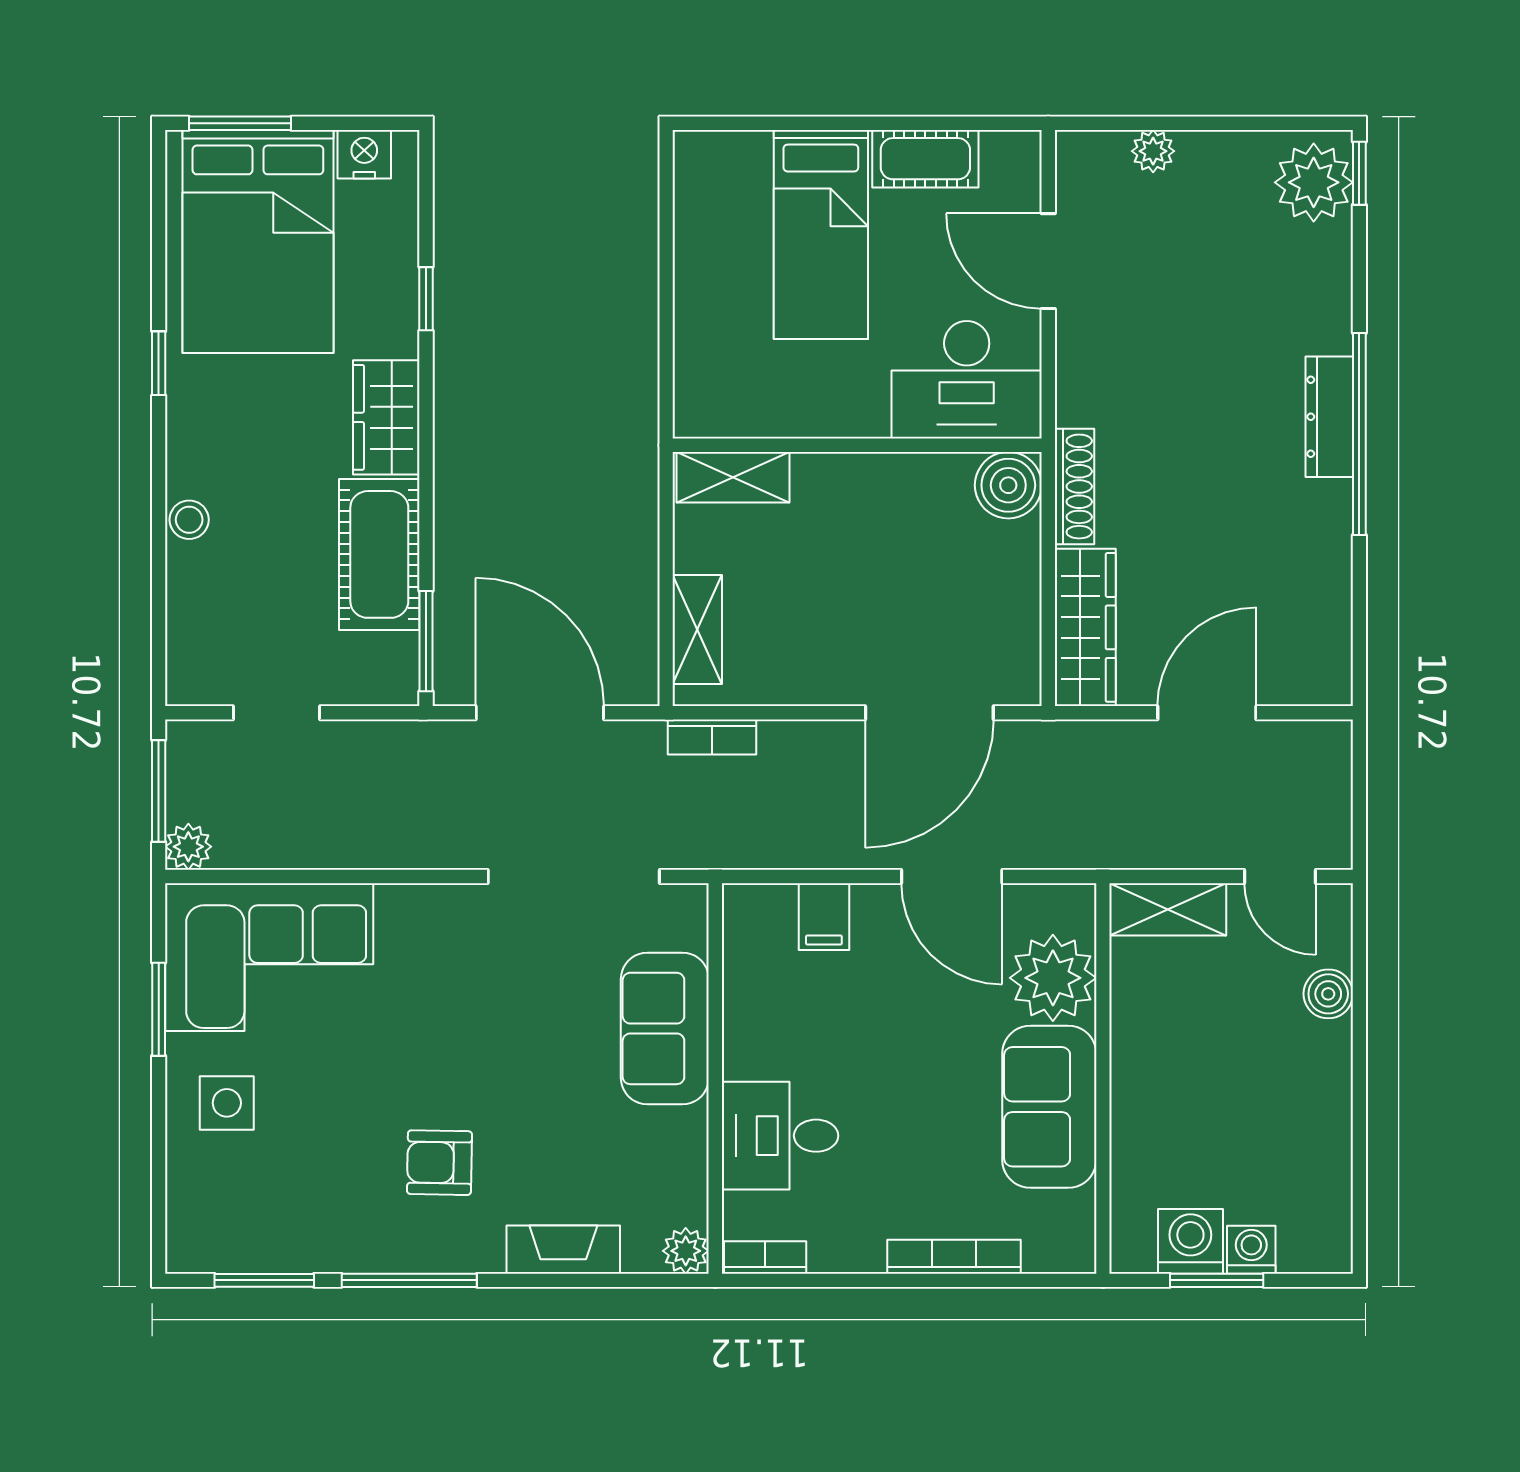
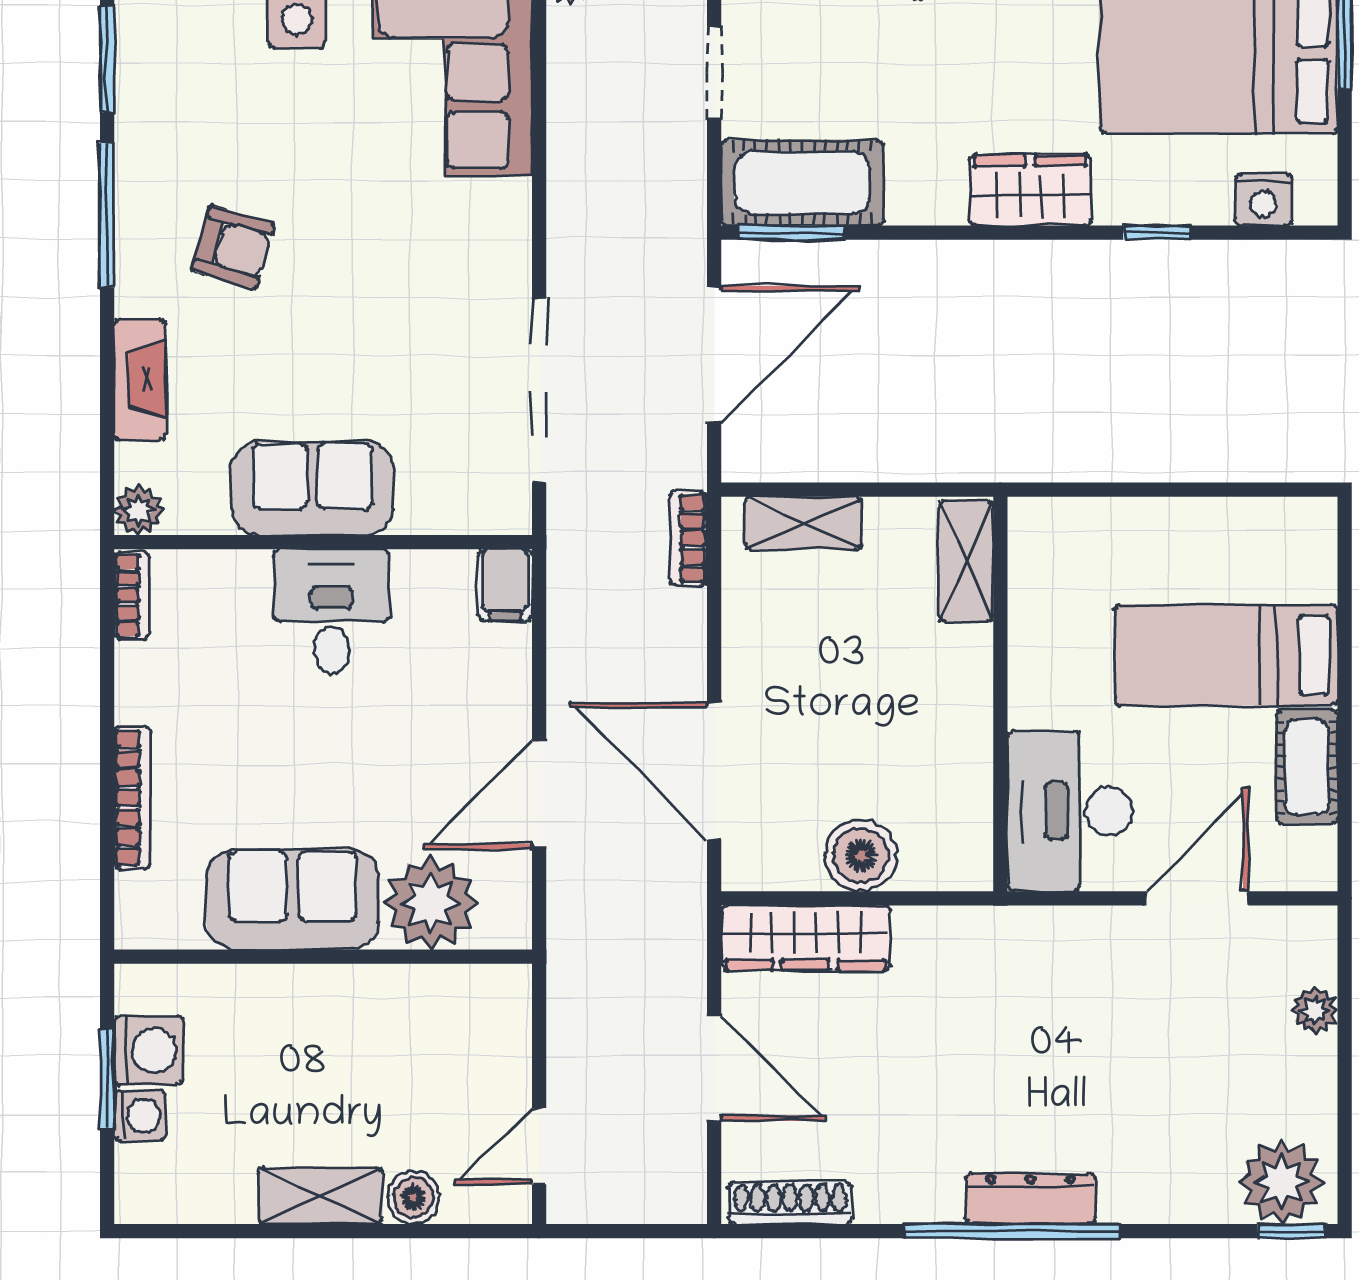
nightstand: (364, 154) -> (1263, 200), moved, turned 90
boiler: (1008, 485) -> (861, 856), moved
shoe rack: (1074, 486) -> (790, 1203), moved, turned 180
cot: (379, 554) -> (802, 183), moved
shelving: (1168, 909) -> (320, 1196), moved, turned 90
filing cabinet: (824, 917) -> (505, 585), moved, turned -90
sofa: (665, 1028) -> (312, 488), moved
desk: (780, 1136) -> (332, 611), moved
armchair: (439, 1163) -> (233, 247), turned 105

